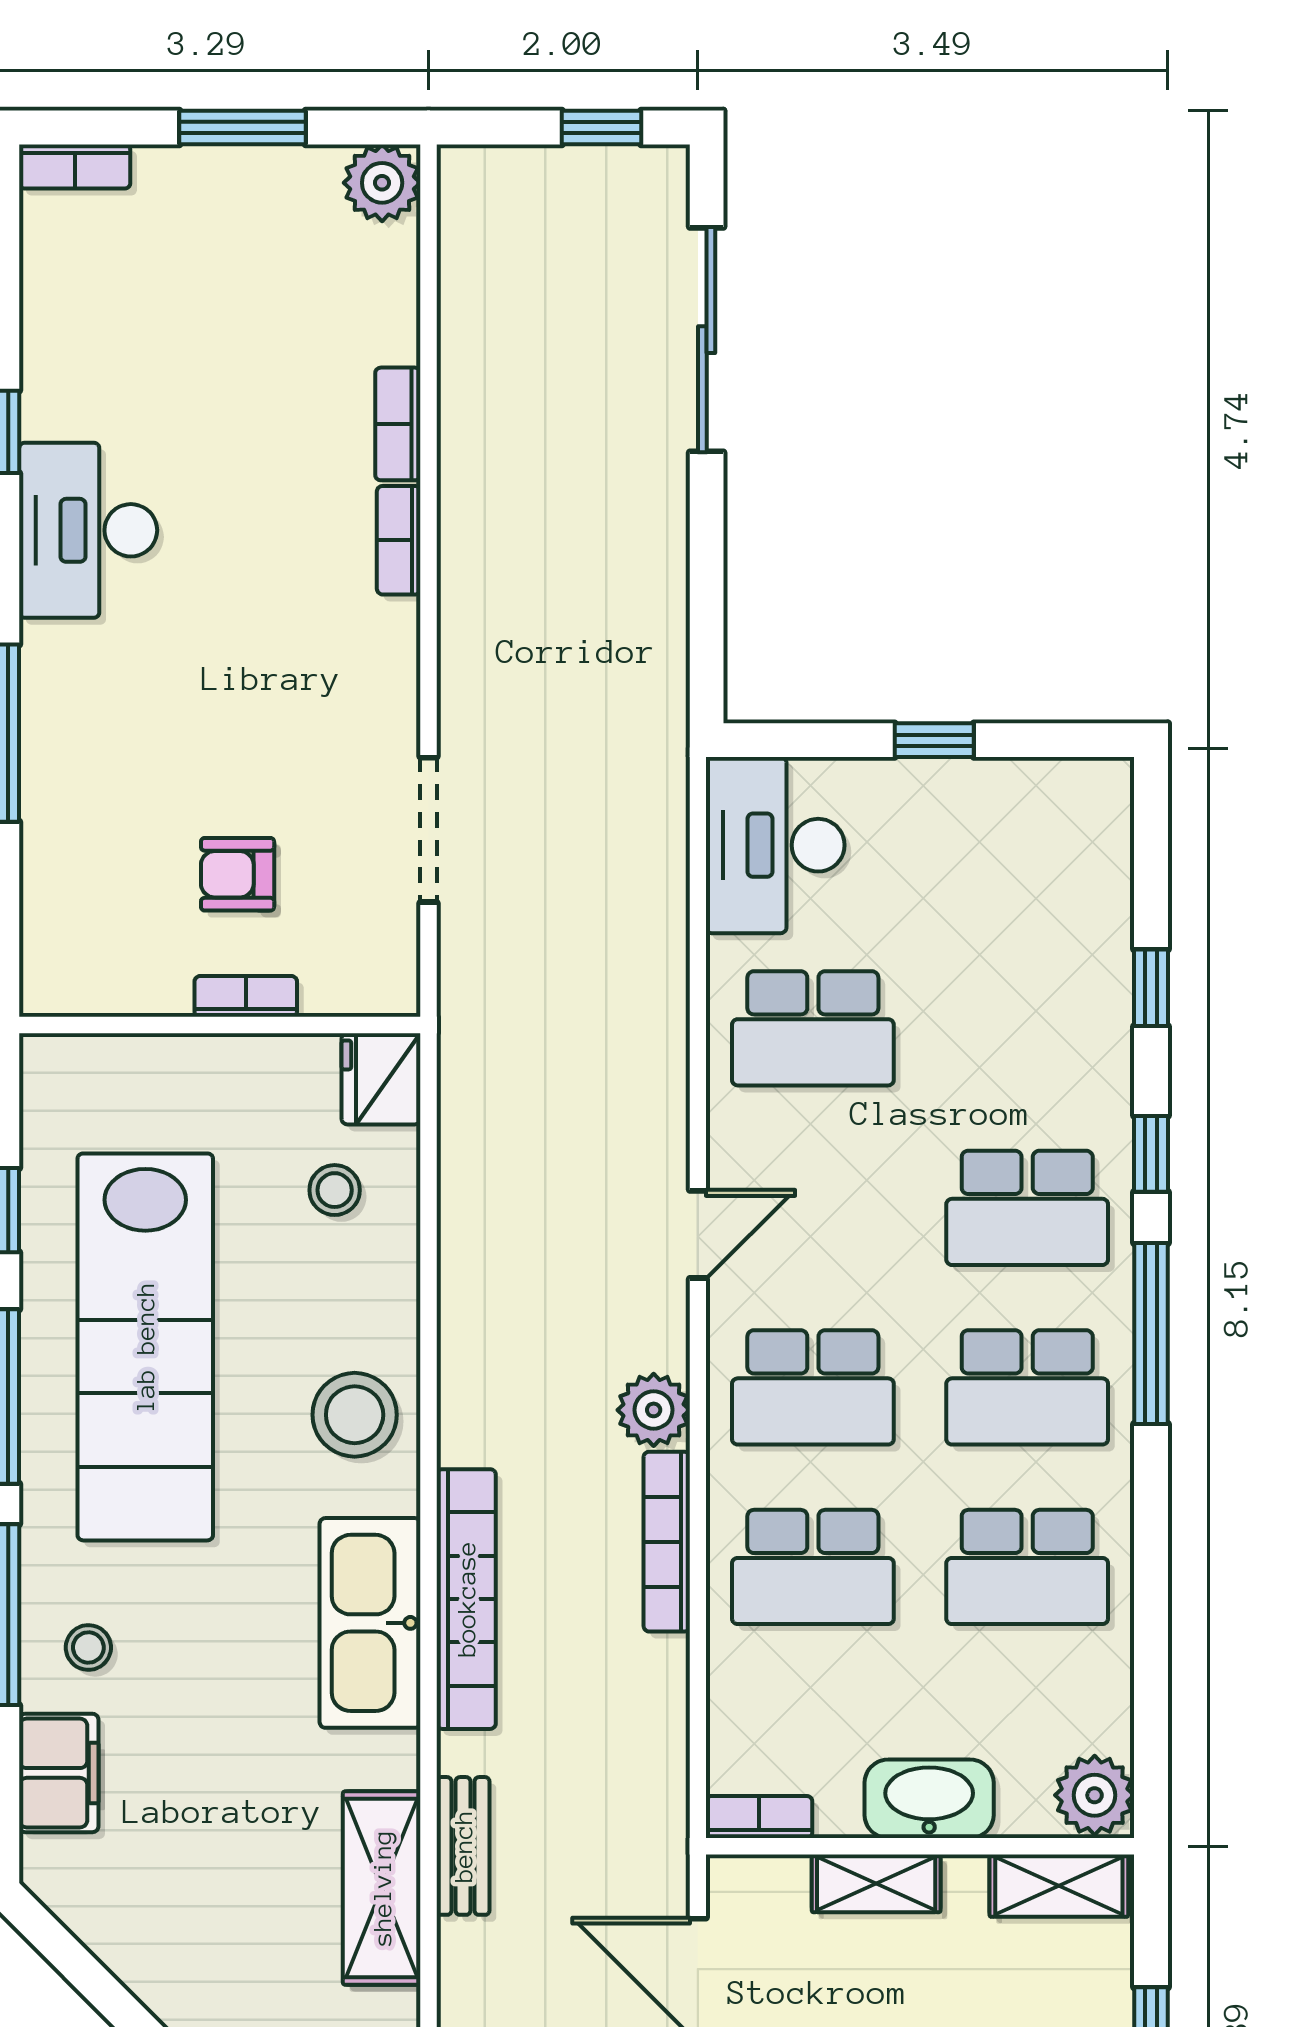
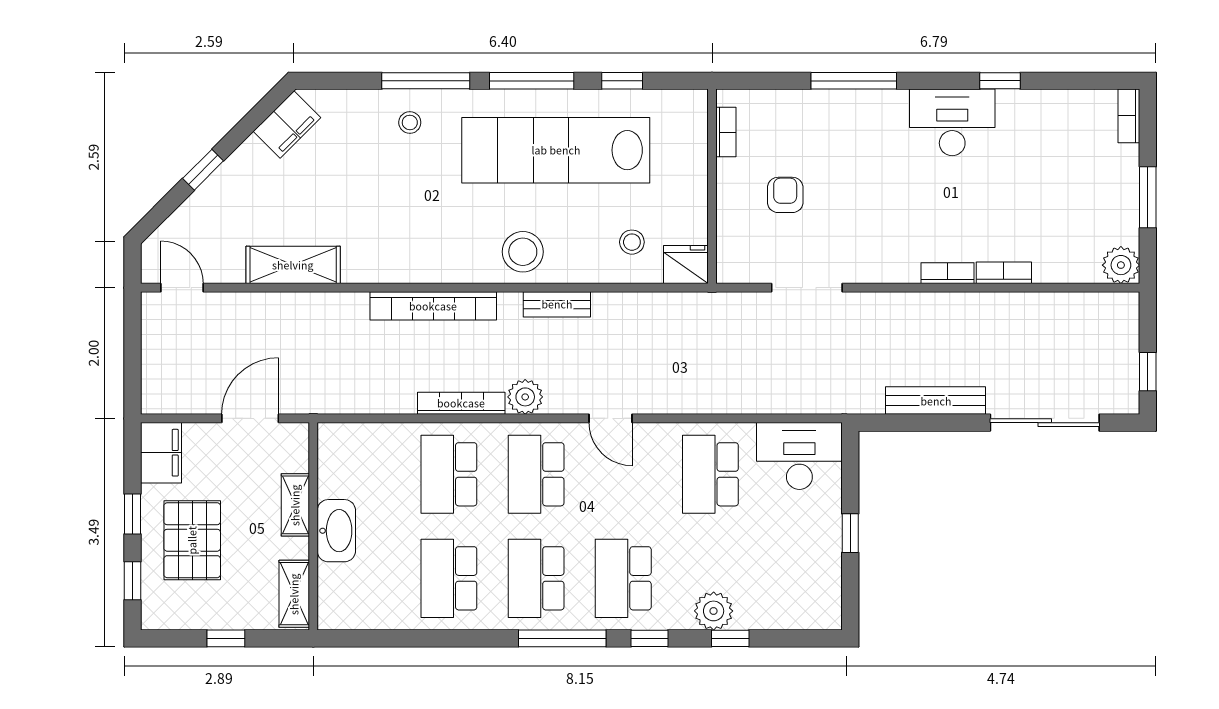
bench: (661, 565) -> (936, 401), added
bookcase: (246, 996) -> (726, 132), moved
kitchen sink: (370, 1623) -> (422, 259), removed
filing cabinet: (59, 1773) -> (287, 124), moved, turned -45
plant: (1095, 1795) -> (714, 611), moved
bookcase: (759, 1817) -> (328, 448), removed
bench: (463, 1846) -> (557, 304), moved

